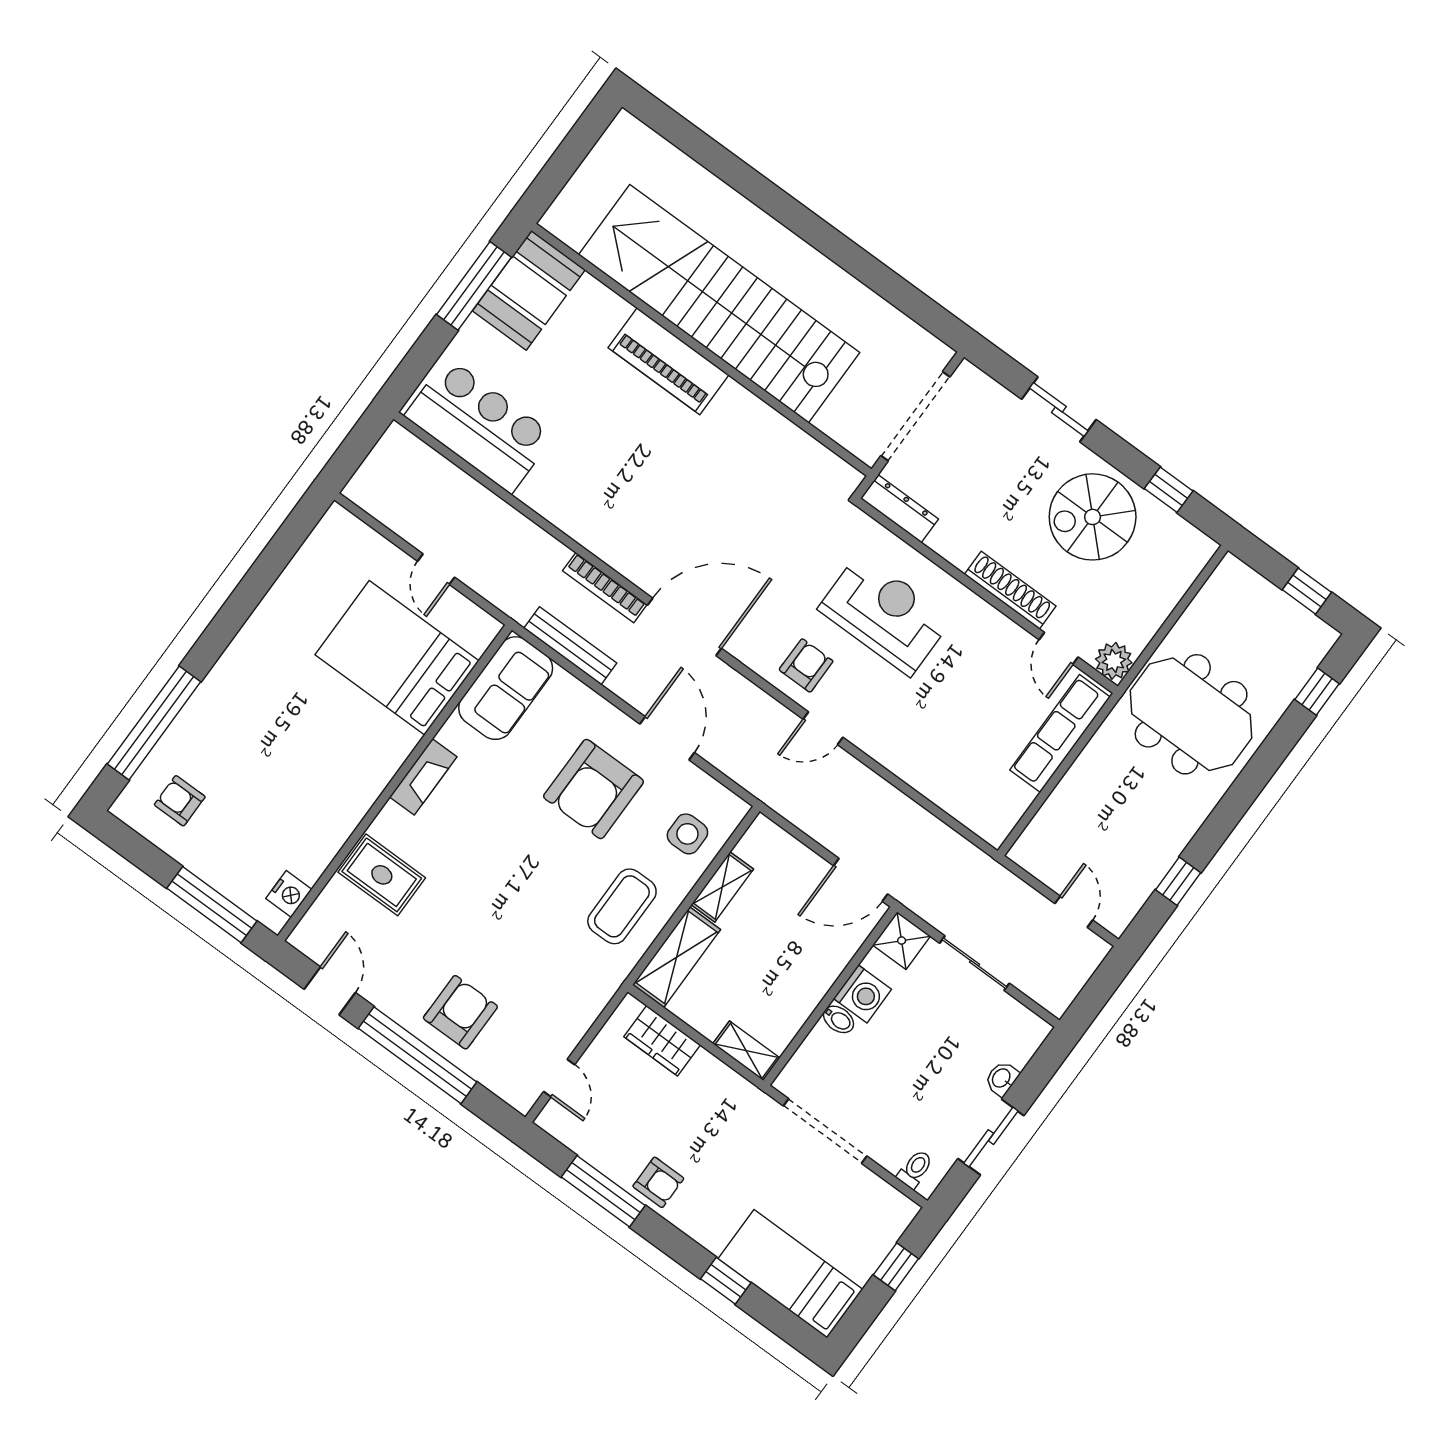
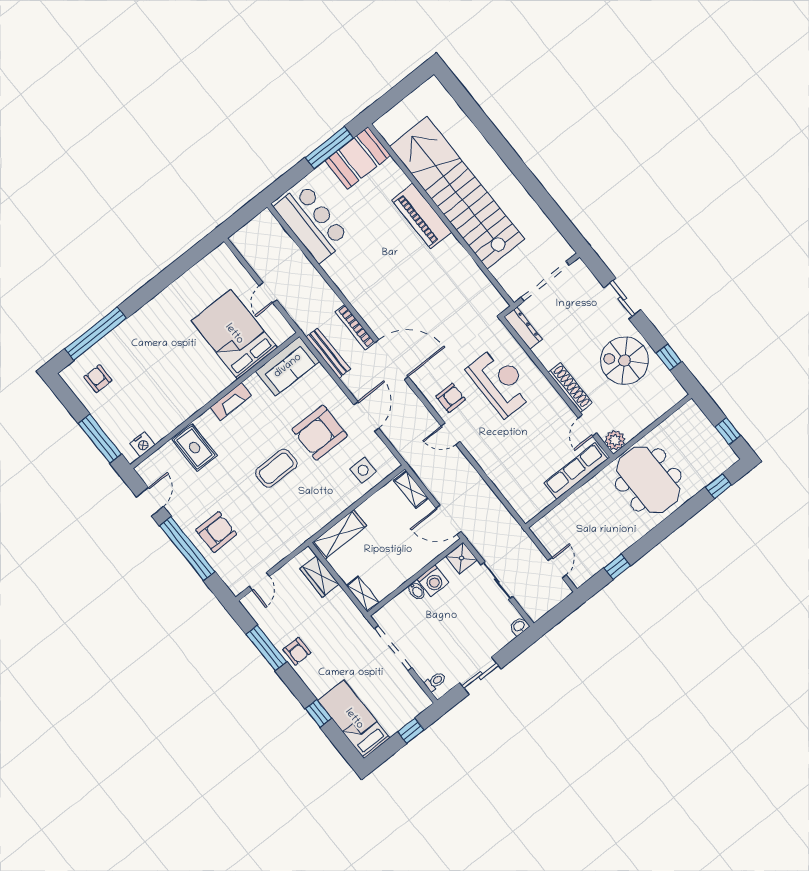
shelving: (722, 887) -> (411, 489), moved, turned 90
coffee table: (622, 906) -> (276, 468), moved
washbasin: (1002, 1078) -> (519, 626), moved

